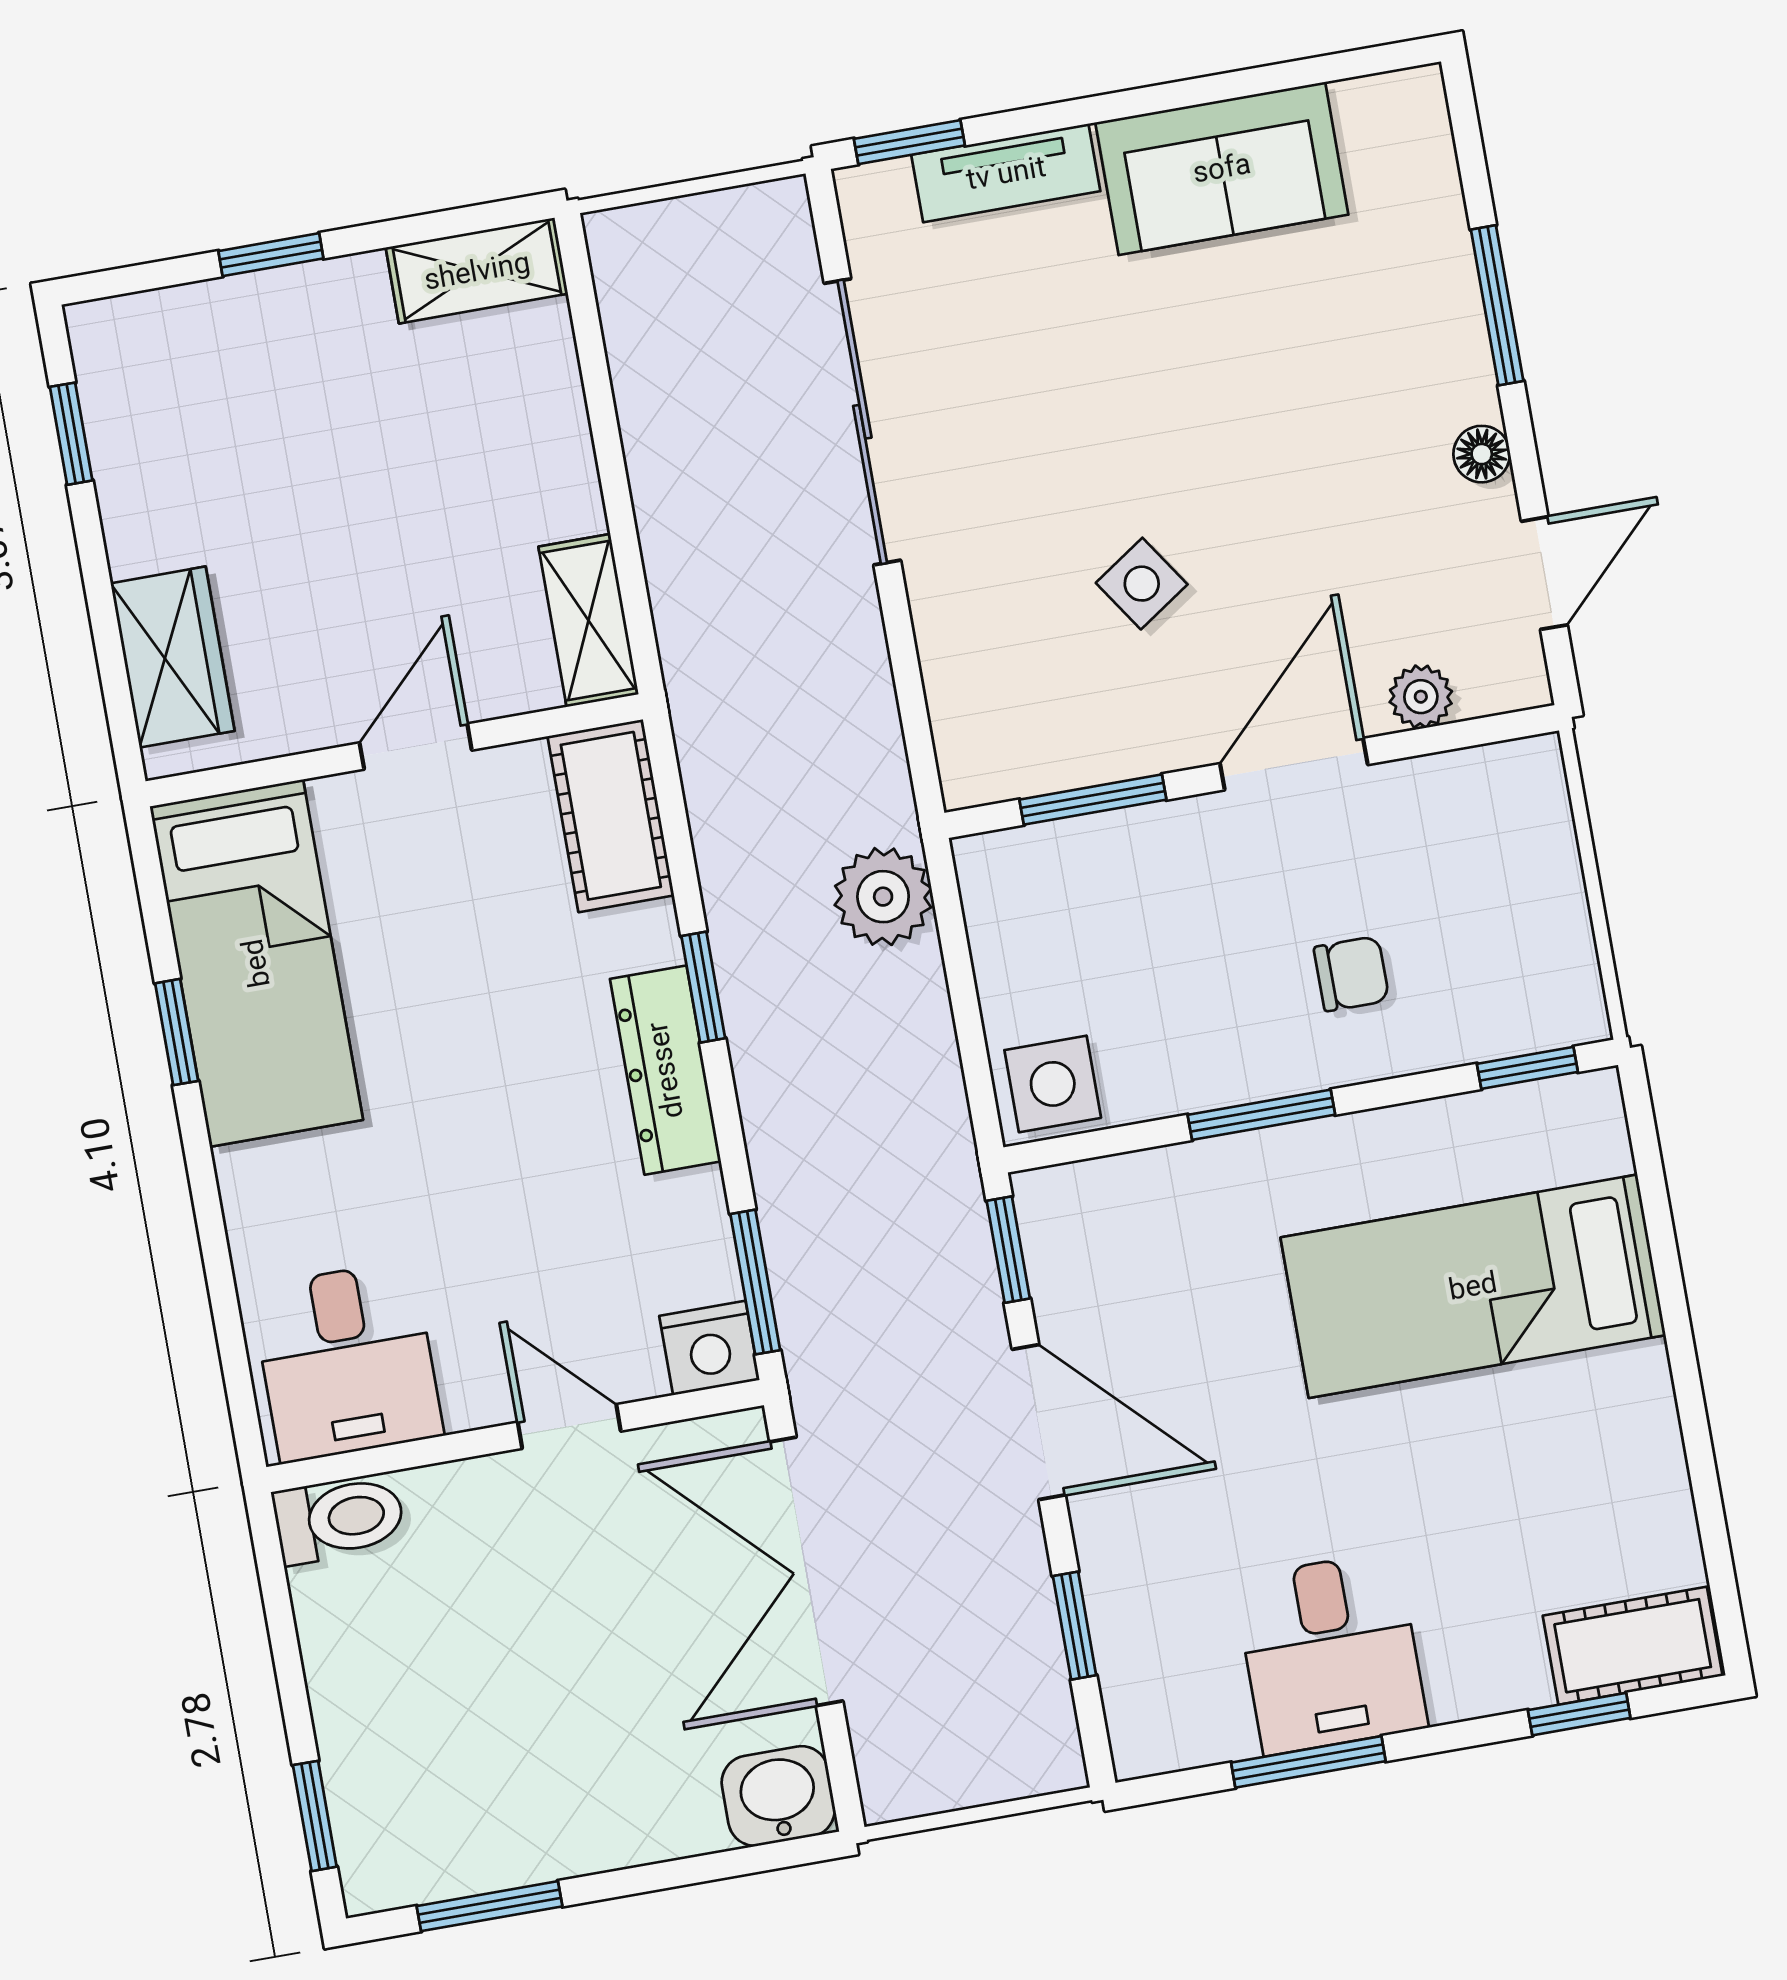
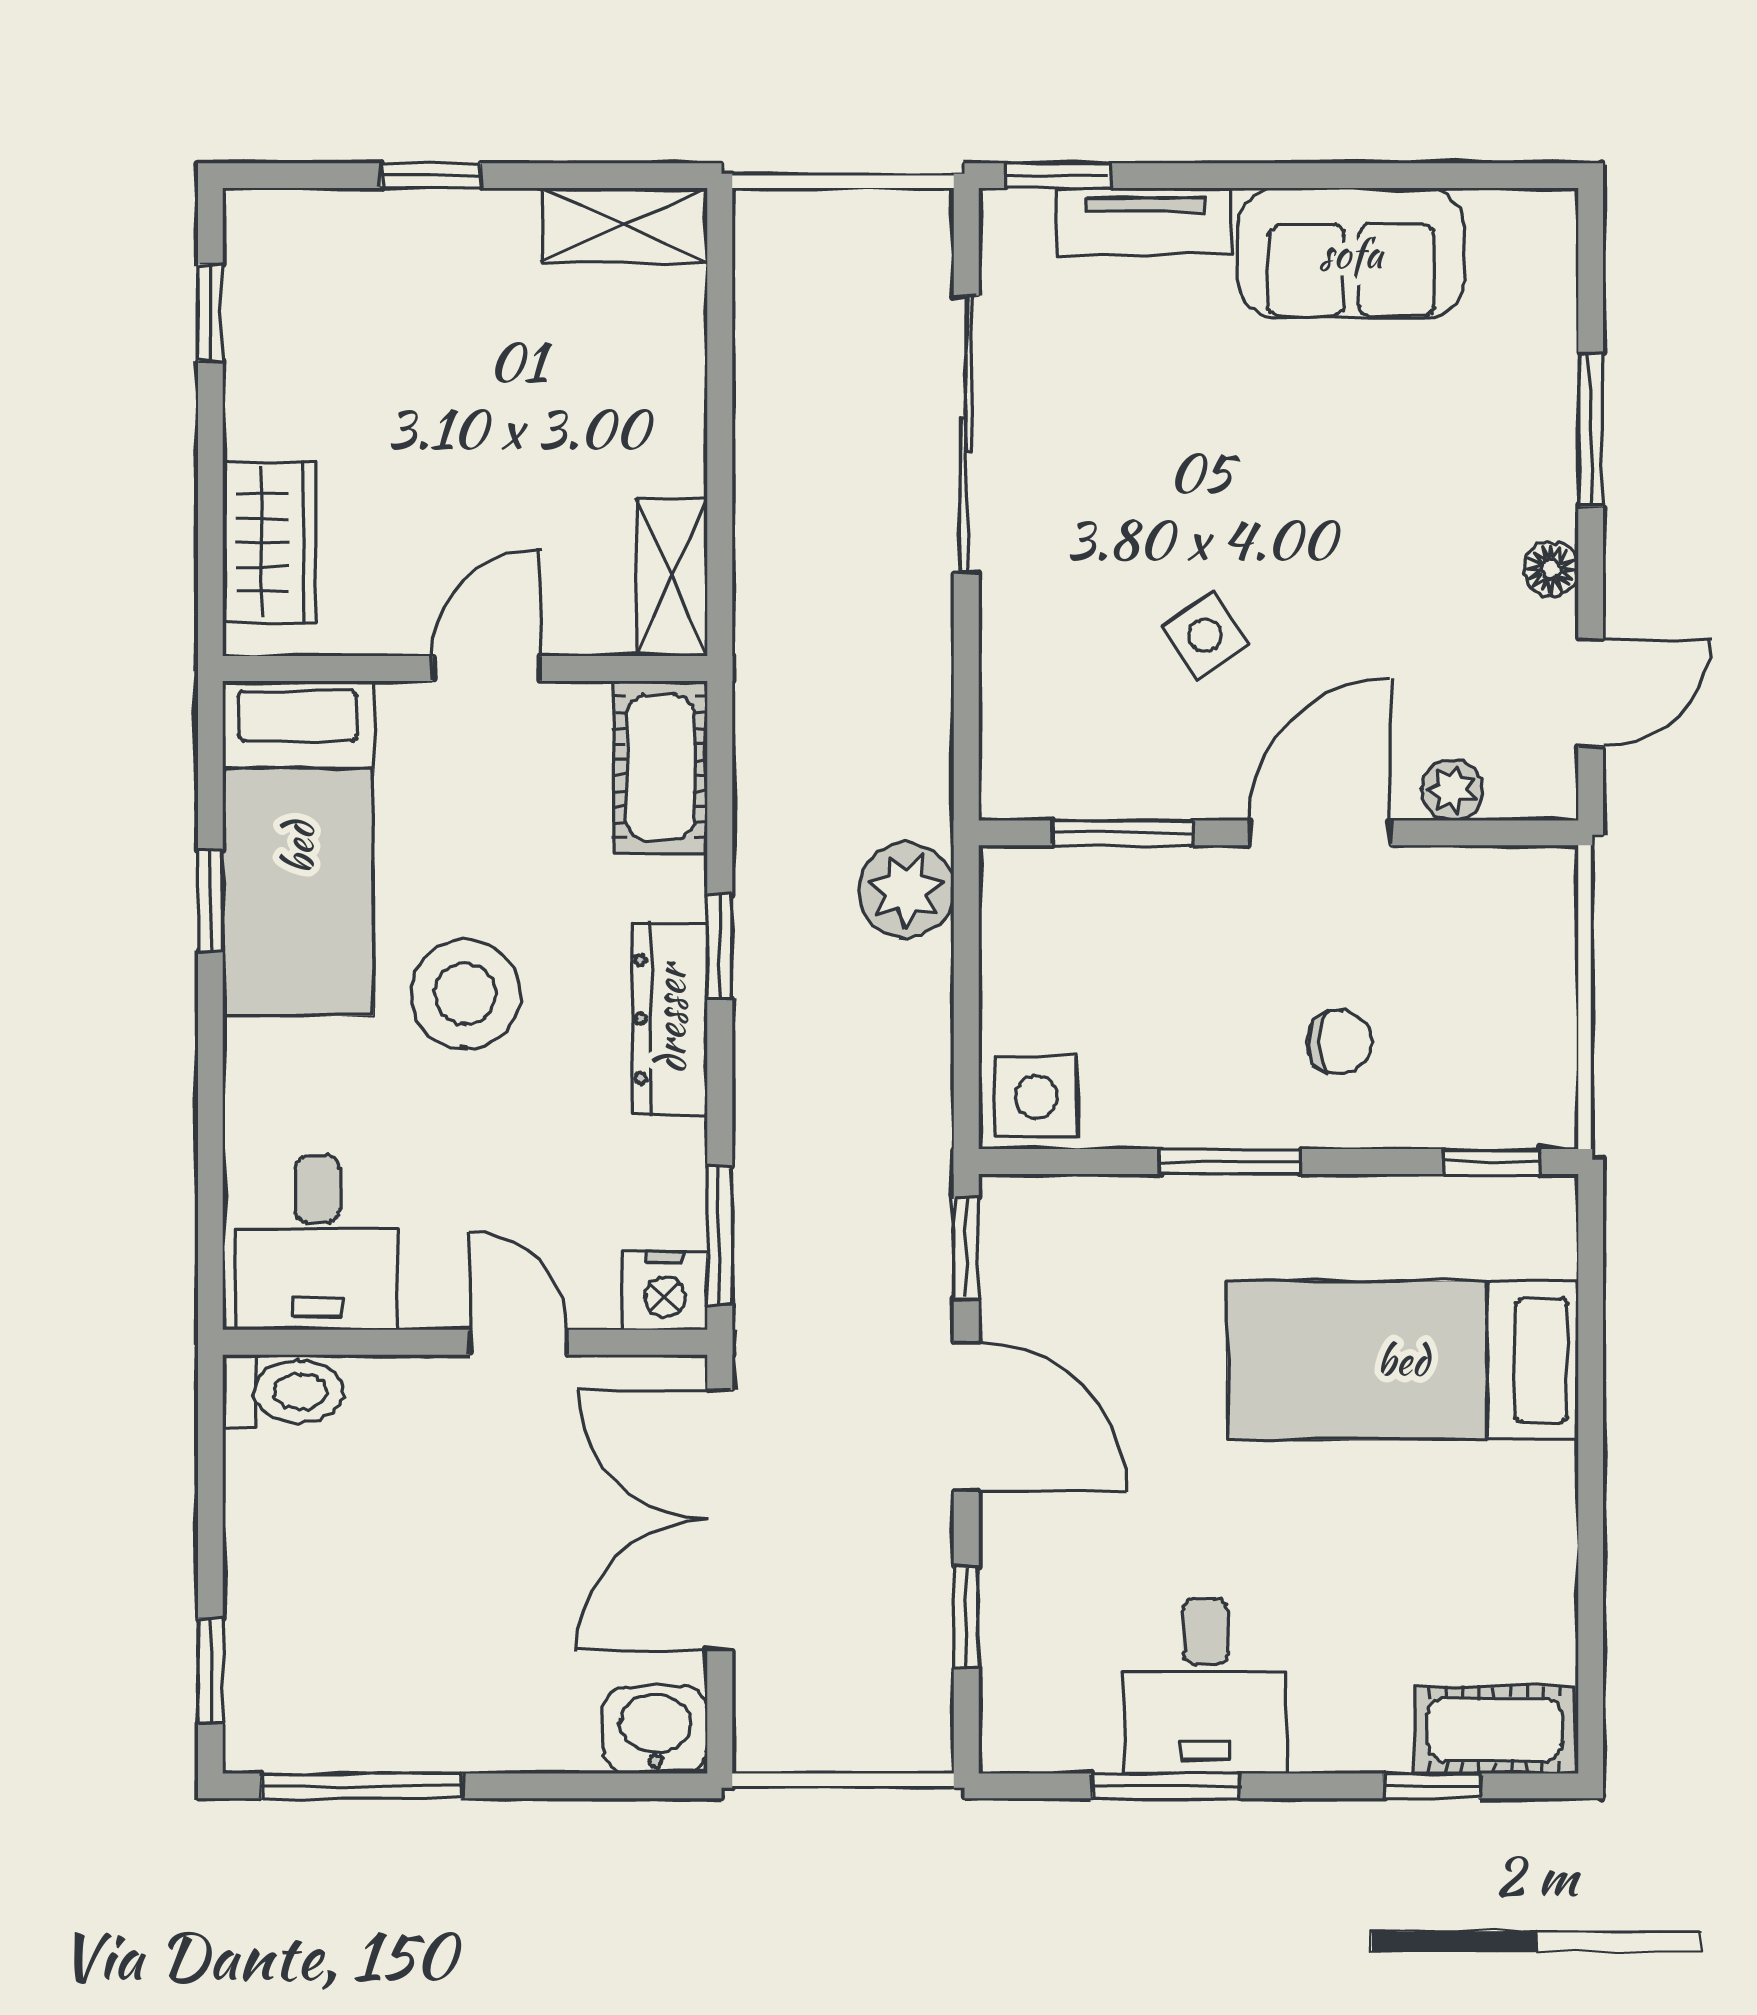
stool: (453, 1082) -> (465, 994), added
window: (489, 1906) -> (362, 1786), width x1.44

